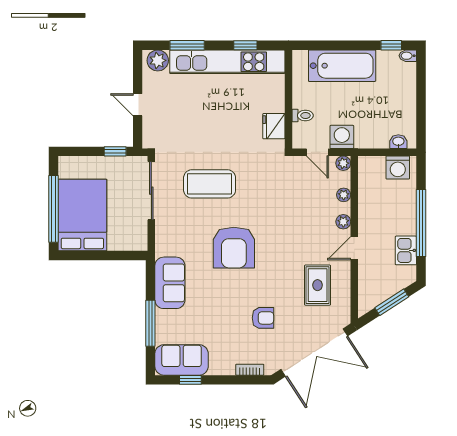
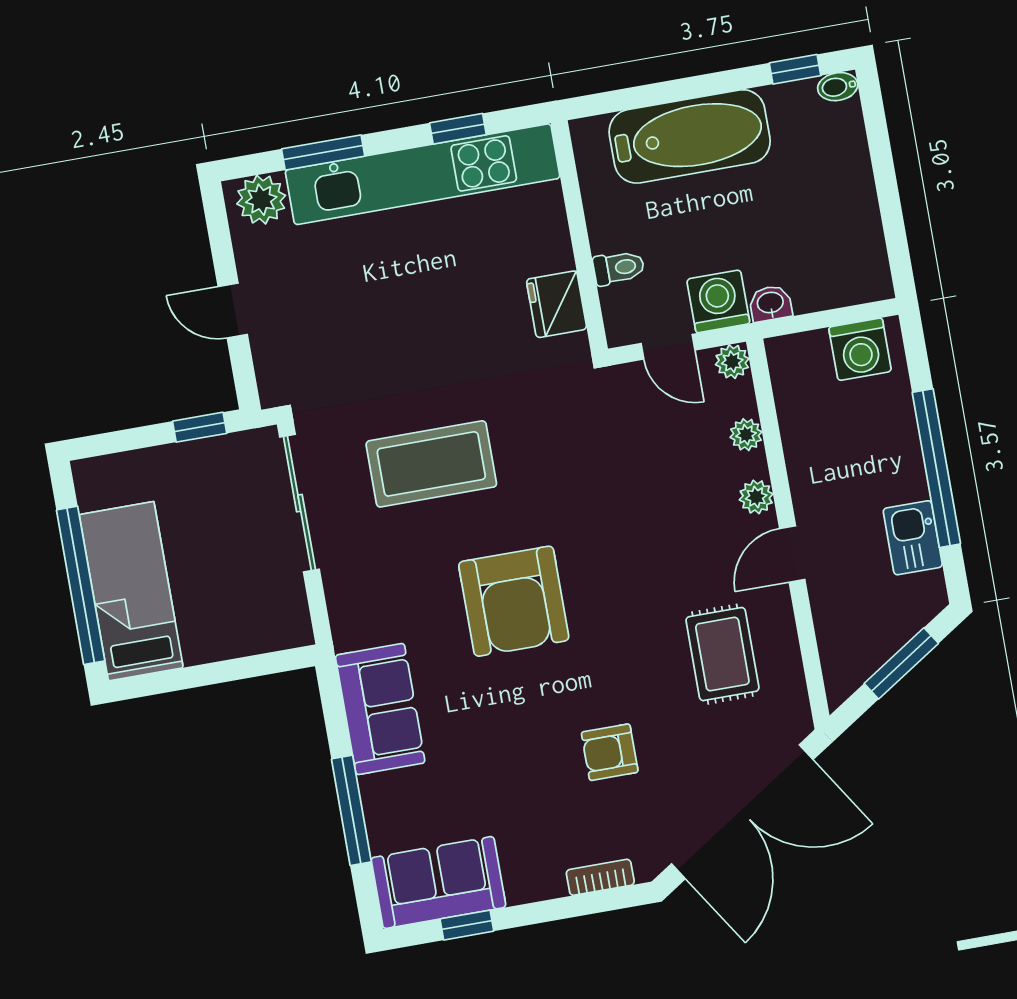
washbasin: (398, 142) -> (770, 303), moved
bed: (82, 215) -> (131, 591), width x0.67
armchair: (263, 318) -> (610, 752), turned 180

